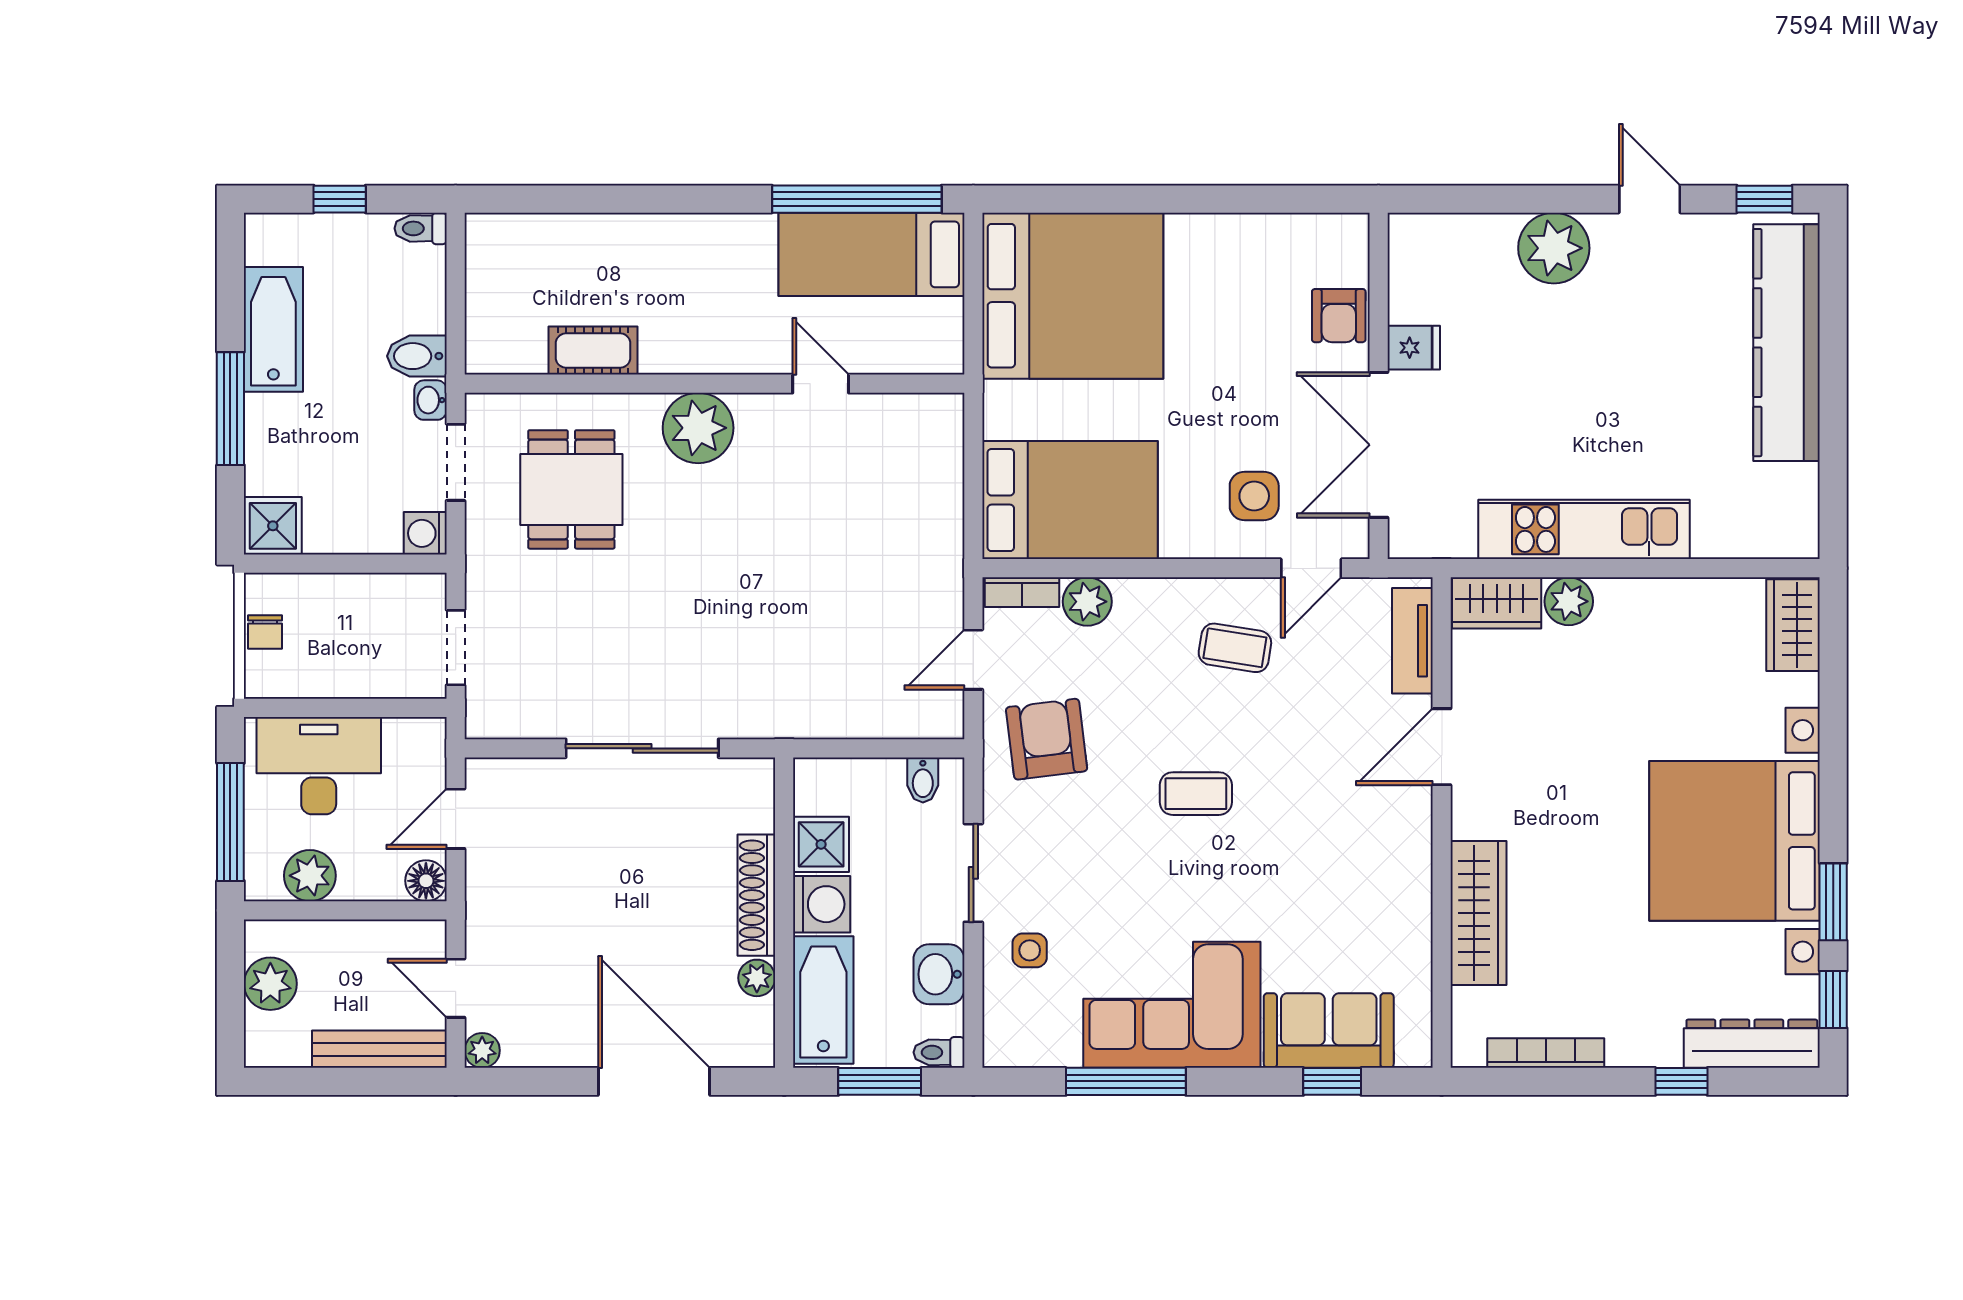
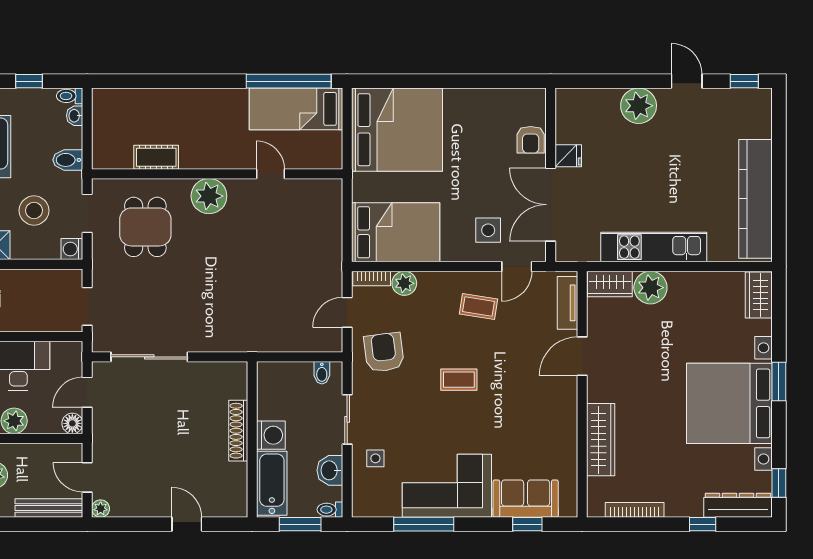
kitchen counter: (1787, 343) -> (755, 199), moved
washbasin: (430, 400) -> (75, 116), moved
stool: (350, 457) -> (34, 210), added
plant: (1569, 601) -> (650, 288), width x1.36, depth x1.36
sliding door: (642, 748) -> (149, 357), moved
shower: (821, 844) -> (271, 405), removed
window: (1833, 902) -> (779, 382), moved
plant: (757, 978) -> (238, 472), removed
door: (654, 1081) -> (187, 524), width x0.53

